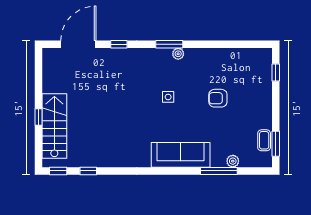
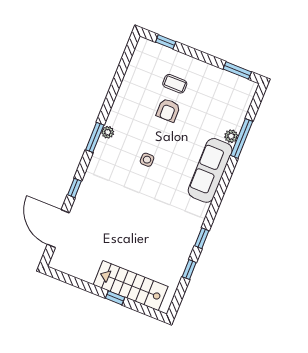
coffee table: (264, 140) -> (175, 84), moved
plant: (233, 161) -> (231, 136), moved
window: (58, 171) -> (202, 238), moved

